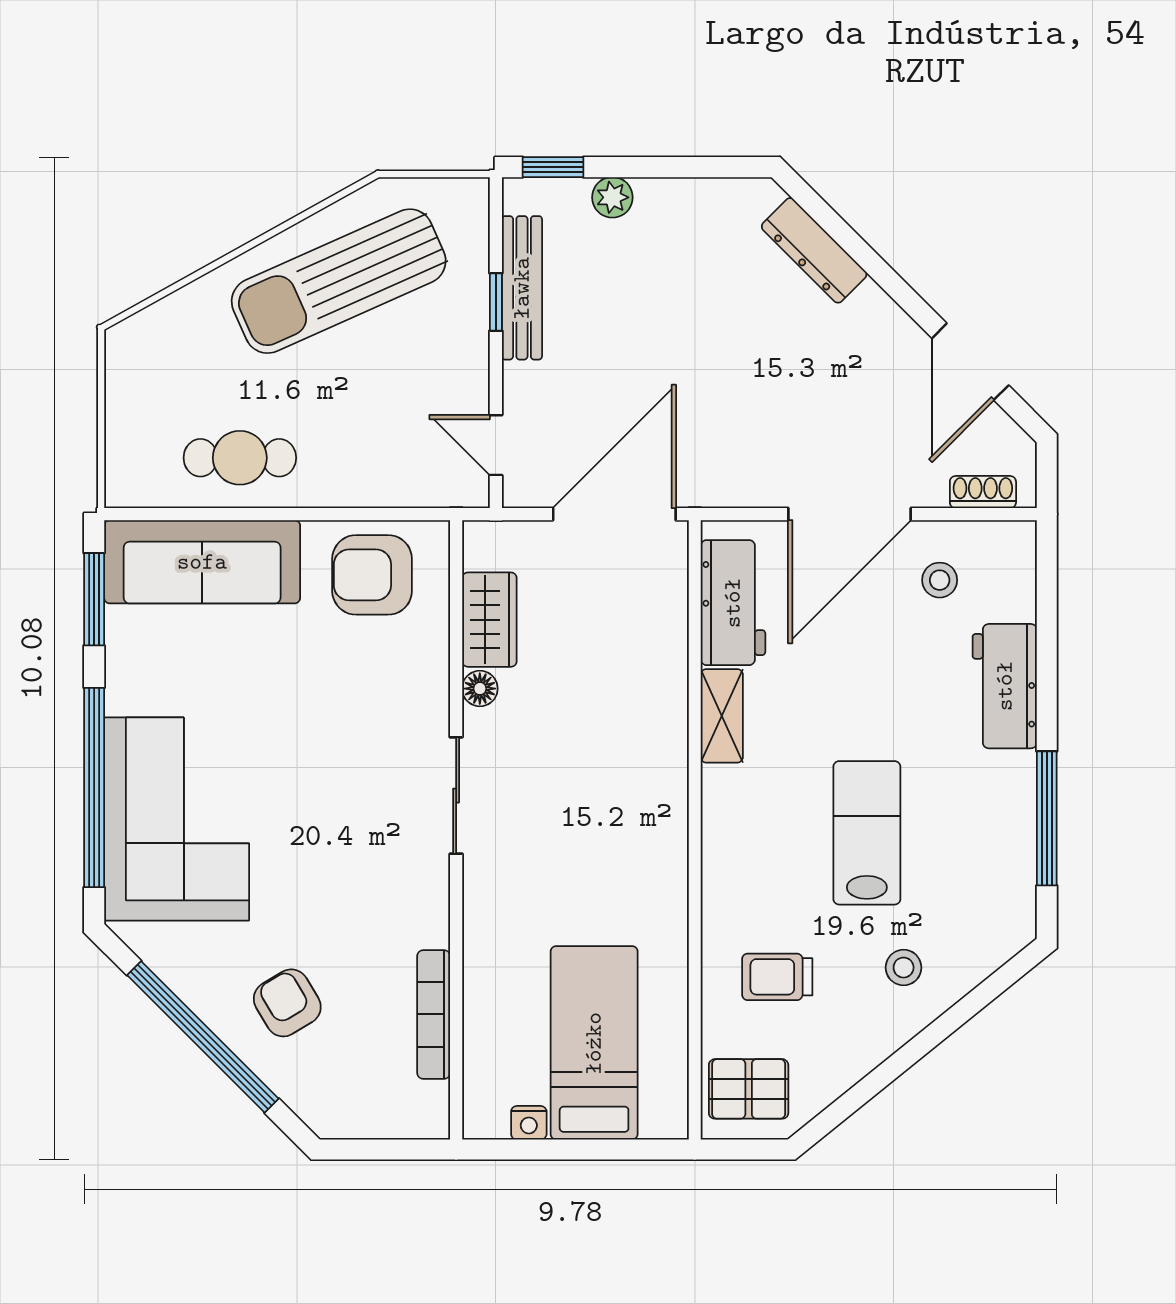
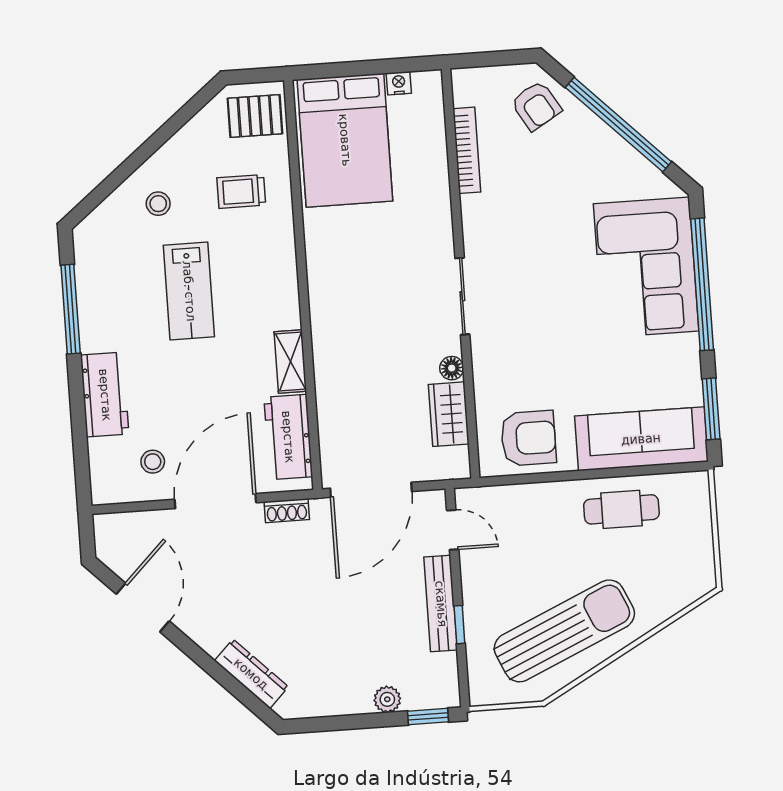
bench: (522, 288) -> (441, 604), moved
shoe rack: (983, 492) -> (287, 511), moved
trolley: (777, 977) -> (241, 191), turned 180
armchair: (287, 1003) -> (536, 106), moved
bed: (594, 1043) -> (345, 140), width x1.50

